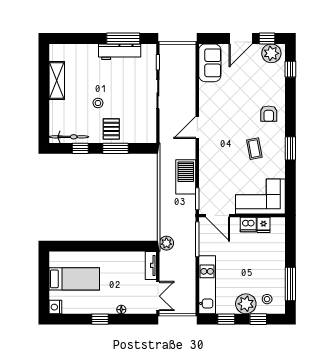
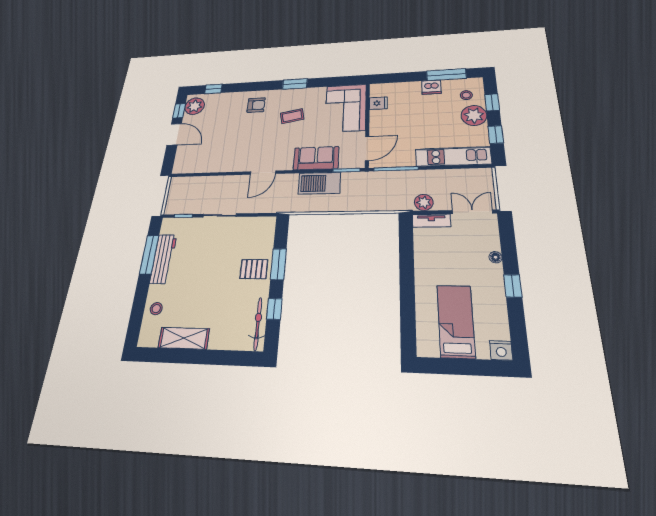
sofa: (210, 63) -> (316, 158), moved
stool: (98, 103) -> (156, 309), moved
door: (197, 127) -> (263, 173), hinge flipped
dishwasher: (248, 225) -> (431, 87), moved, turned 90
plant: (166, 243) -> (424, 202), moved

